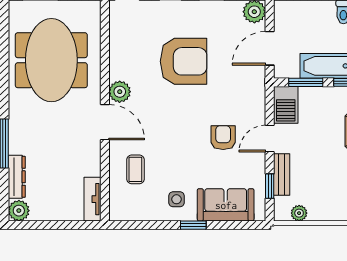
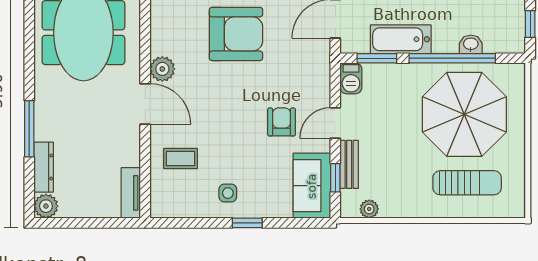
barbecue: (286, 105) -> (351, 78), width x0.73, depth x0.79
coffee table: (135, 169) -> (180, 159), turned 90
sofa: (226, 205) -> (312, 186), moved, turned -90

